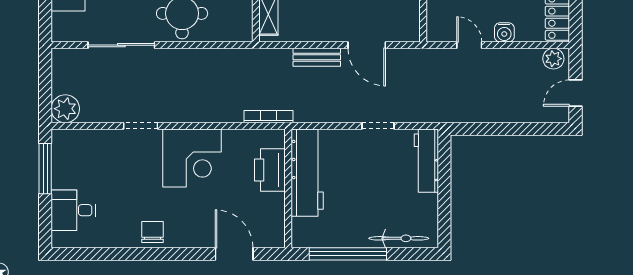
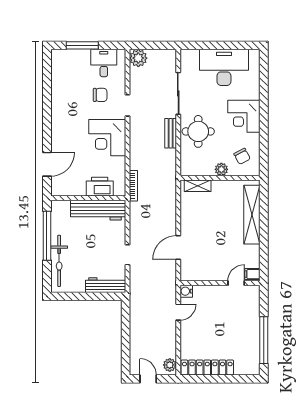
water cooler: (504, 32) -> (186, 291), moved
bench: (317, 57) -> (171, 133), moved
window: (45, 169) -> (82, 45), moved
desk: (73, 210) -> (104, 63), moved
chair: (153, 232) -> (100, 95), moved
bicycle: (399, 238) -> (59, 261), width x1.37, depth x1.40

